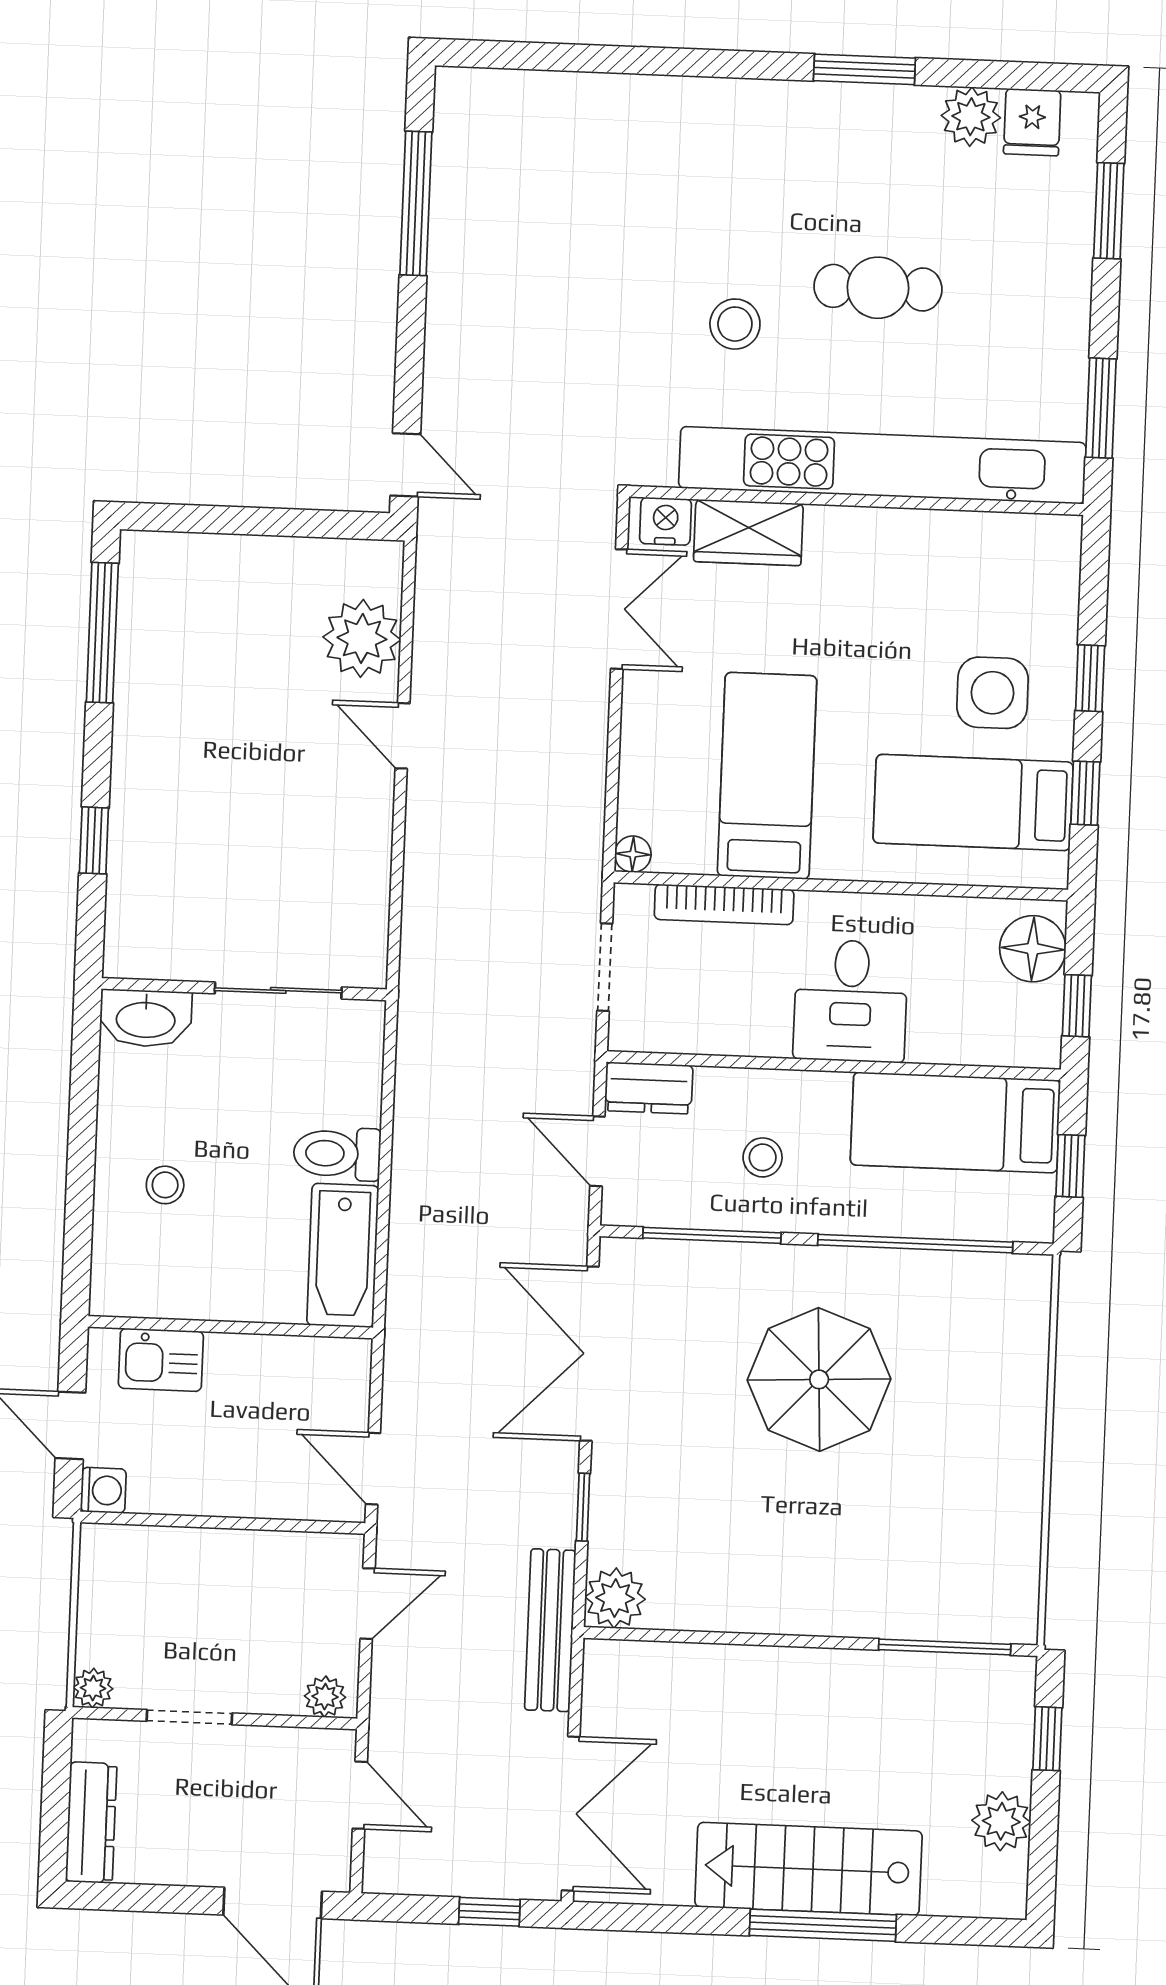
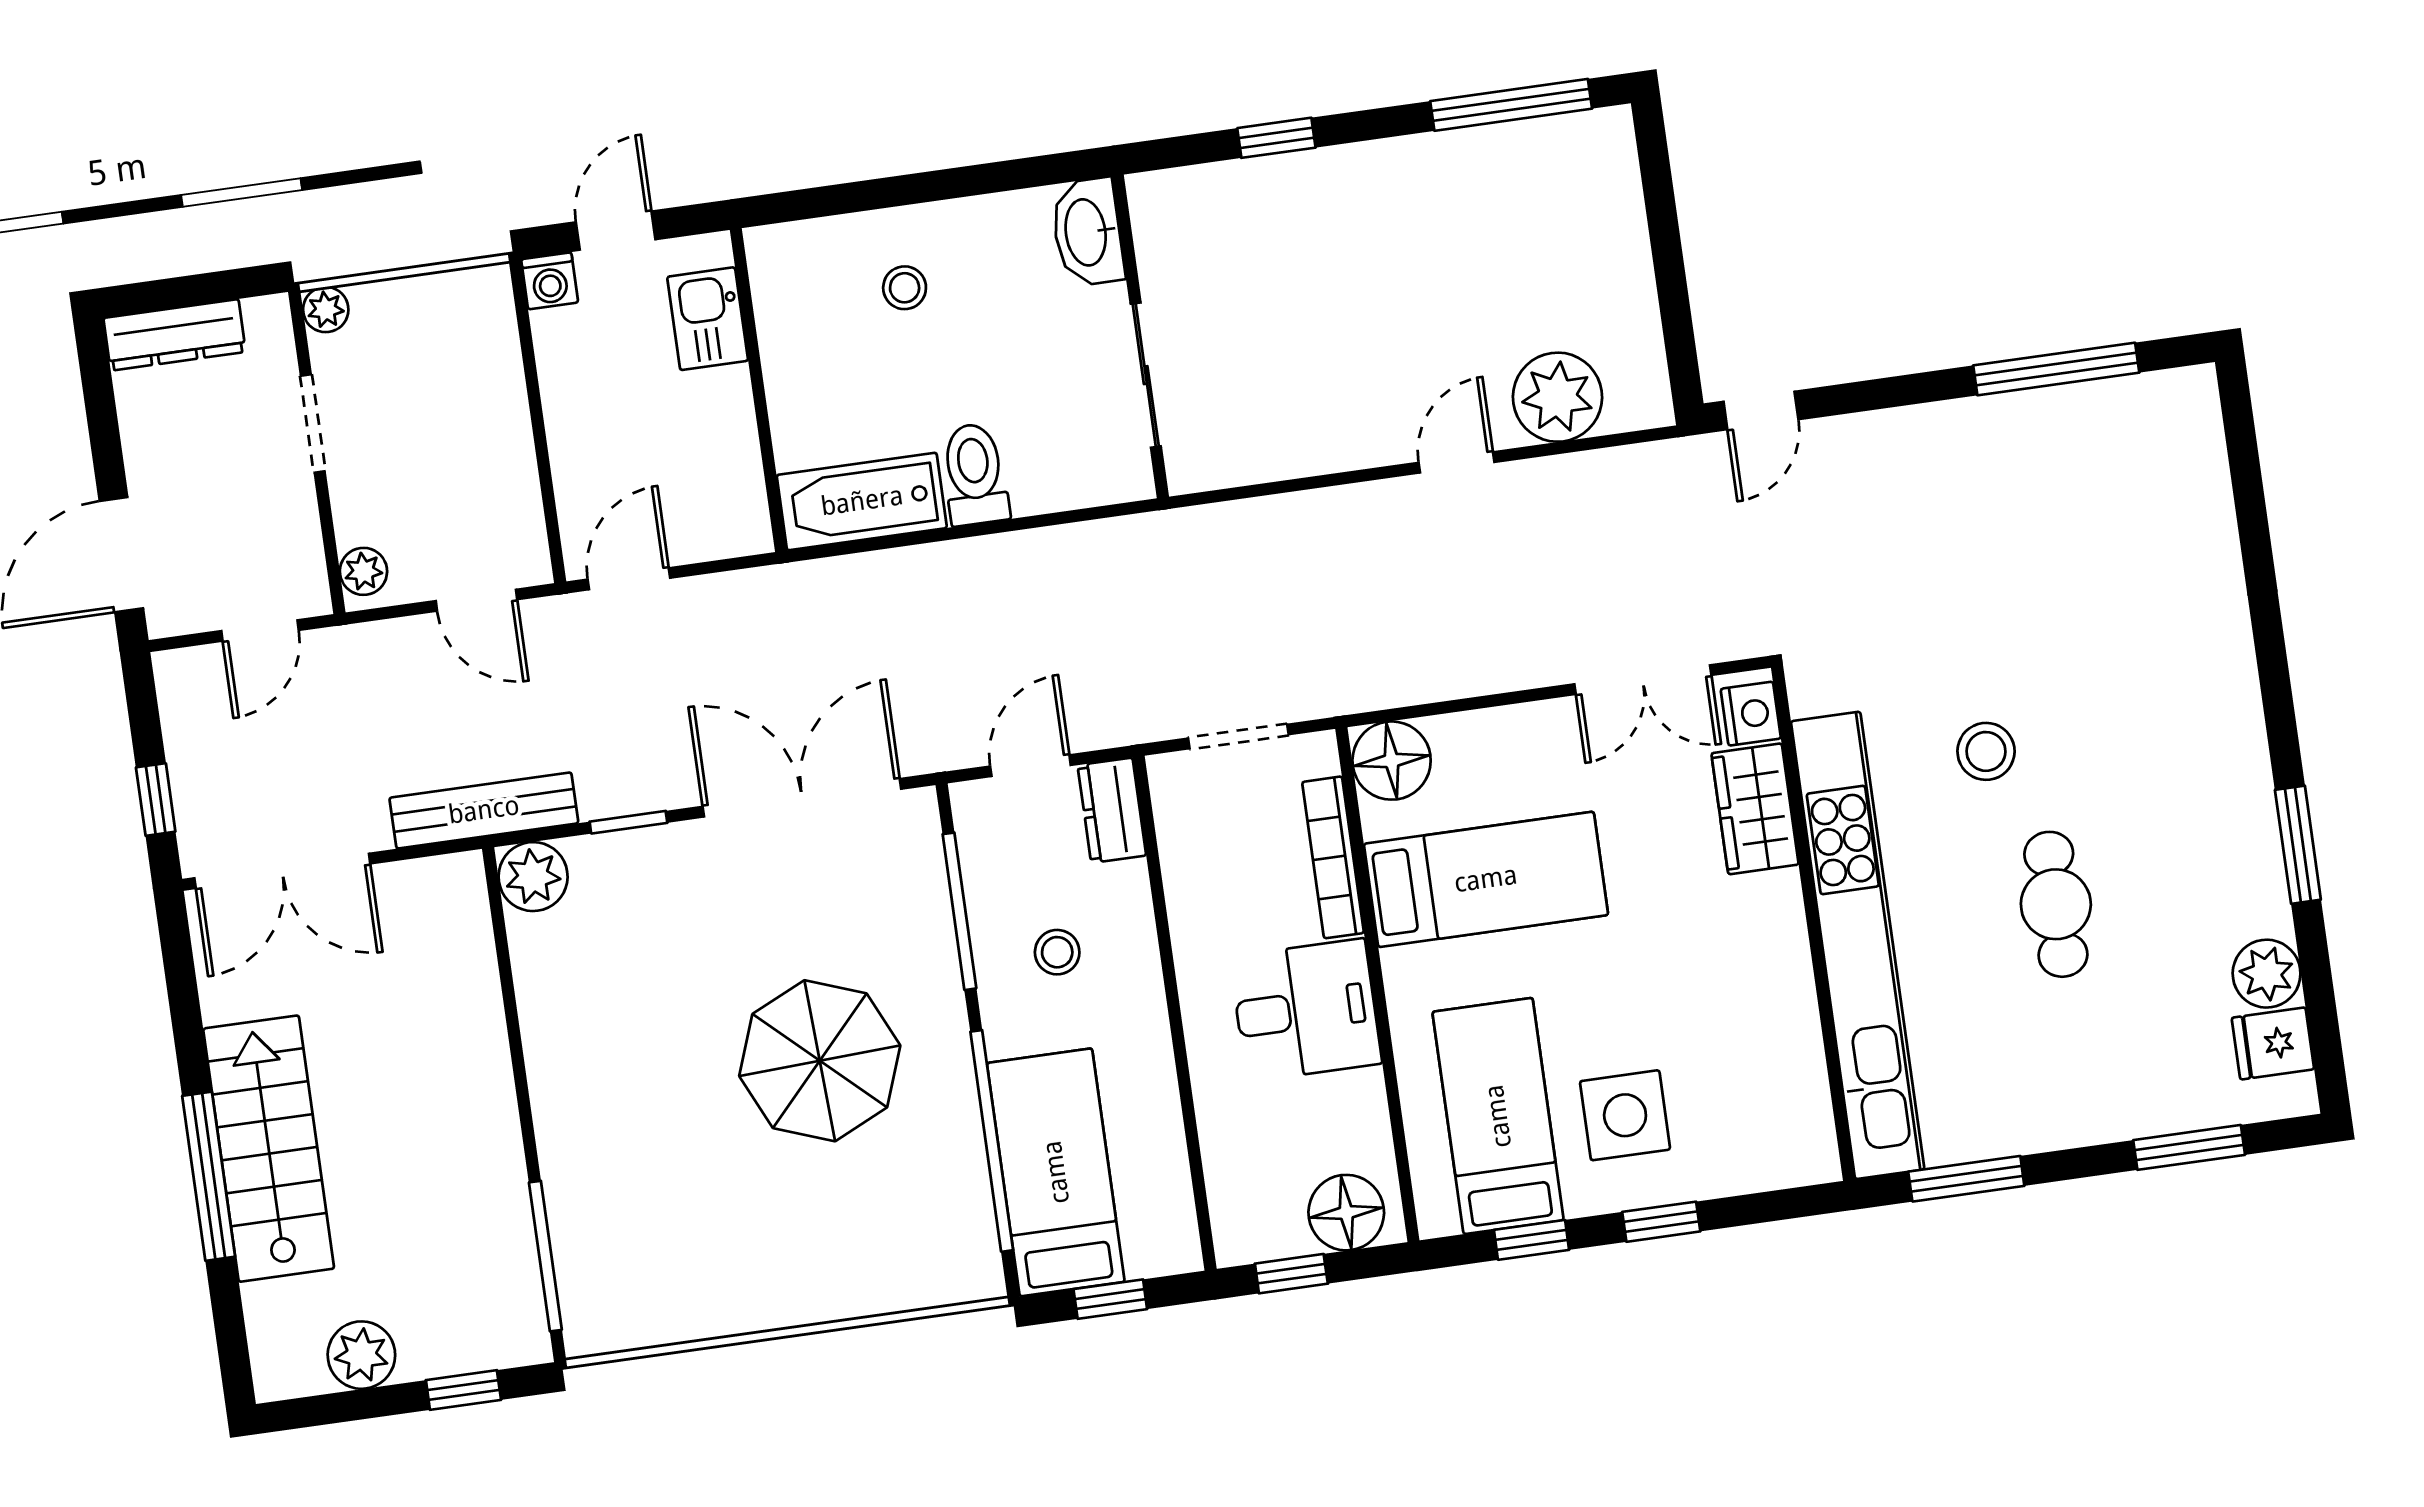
floor lamp: (633, 854) -> (1392, 761), width x1.89, depth x1.89
desk: (851, 1001) -> (1306, 1010), moved, turned 180
bed: (955, 1122) -> (1056, 1172), moved

